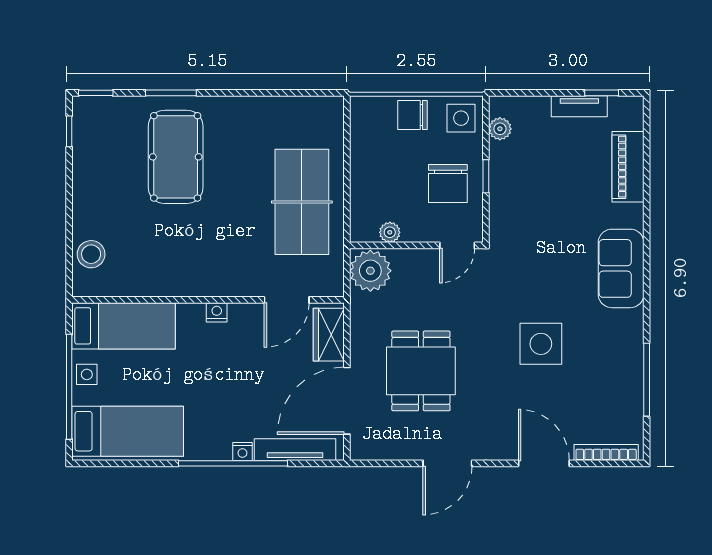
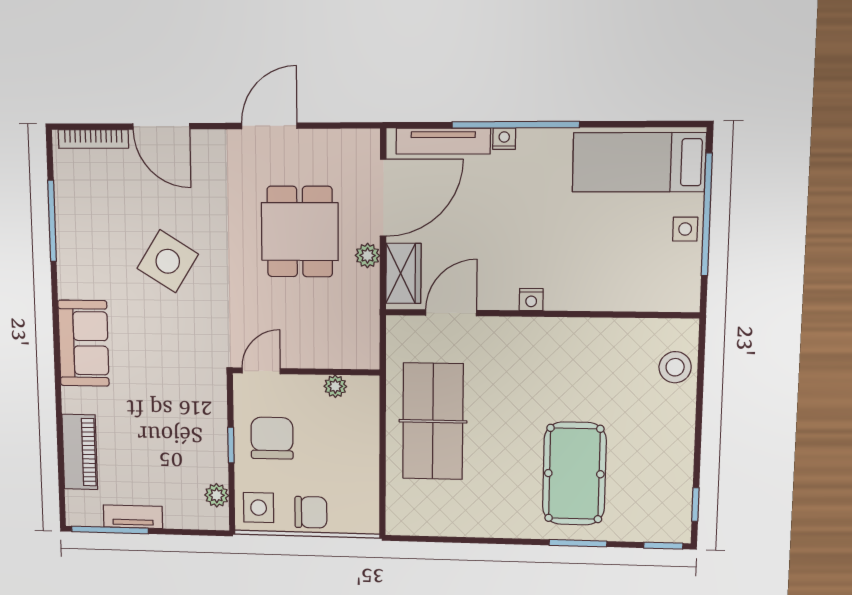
window: (602, 93) -> (110, 530), width x2.17
plant: (370, 271) -> (368, 256), moved, width x0.53, depth x0.53
bed: (124, 326) -> (640, 285), removed
side table: (541, 344) -> (168, 261), turned 32

